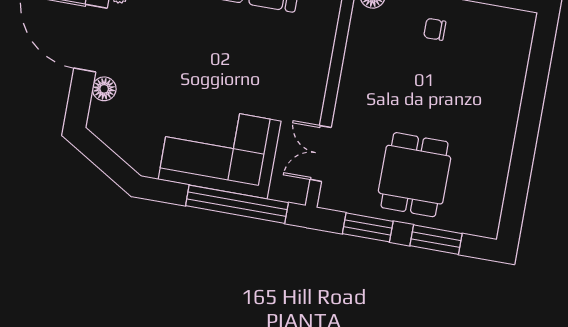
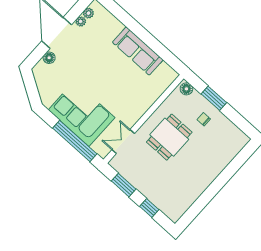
dining table: (414, 175) -> (169, 137), moved
window: (436, 240) -> (149, 208), width x0.67

